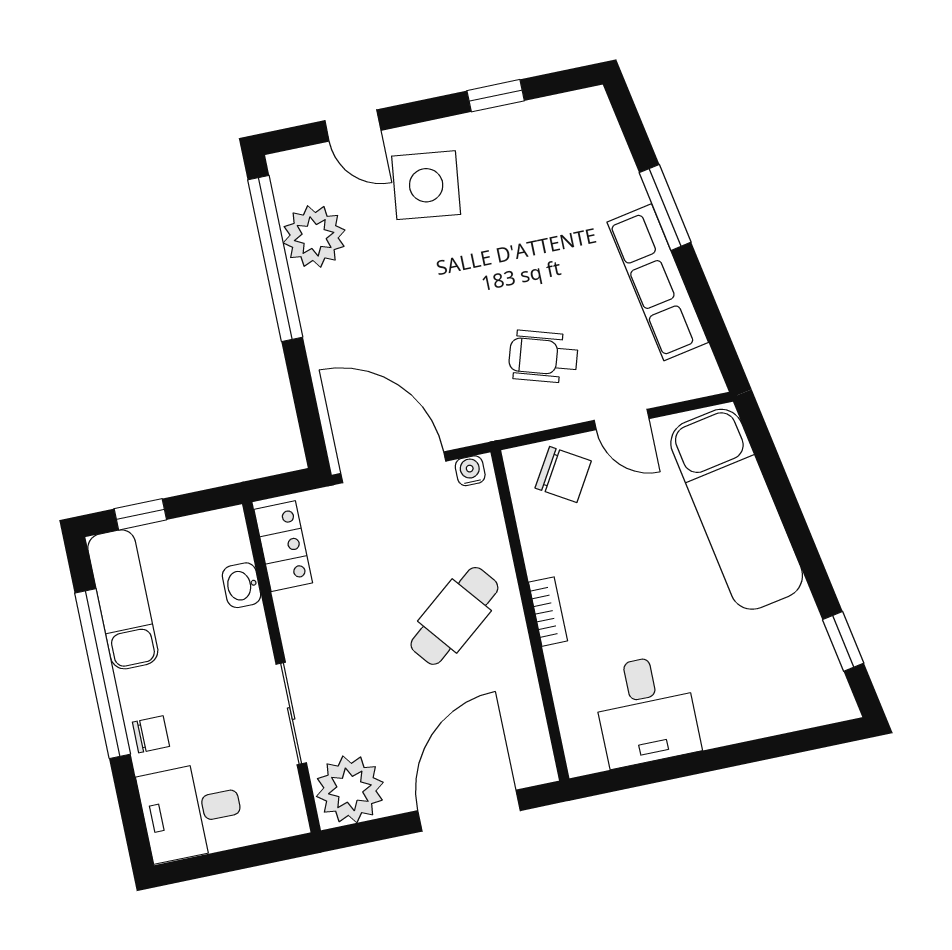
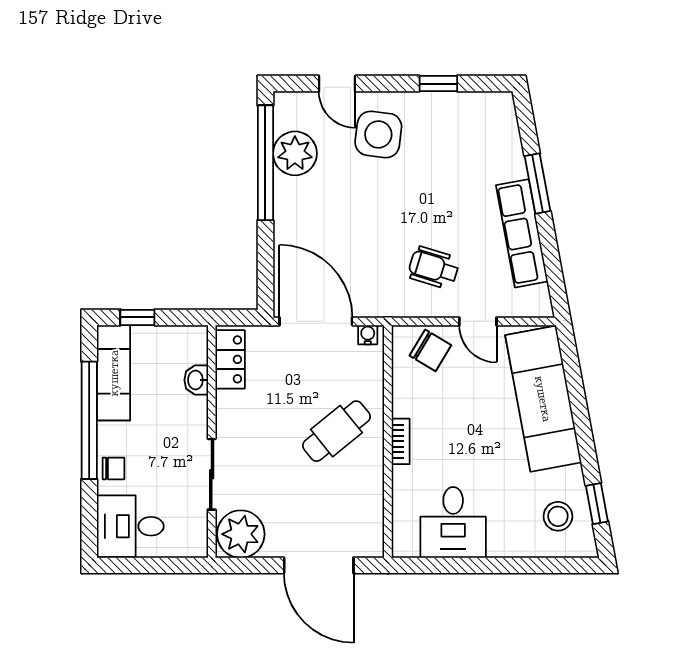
stool: (792, 671) -> (558, 516), added
door: (469, 811) -> (319, 565), swing flipped

